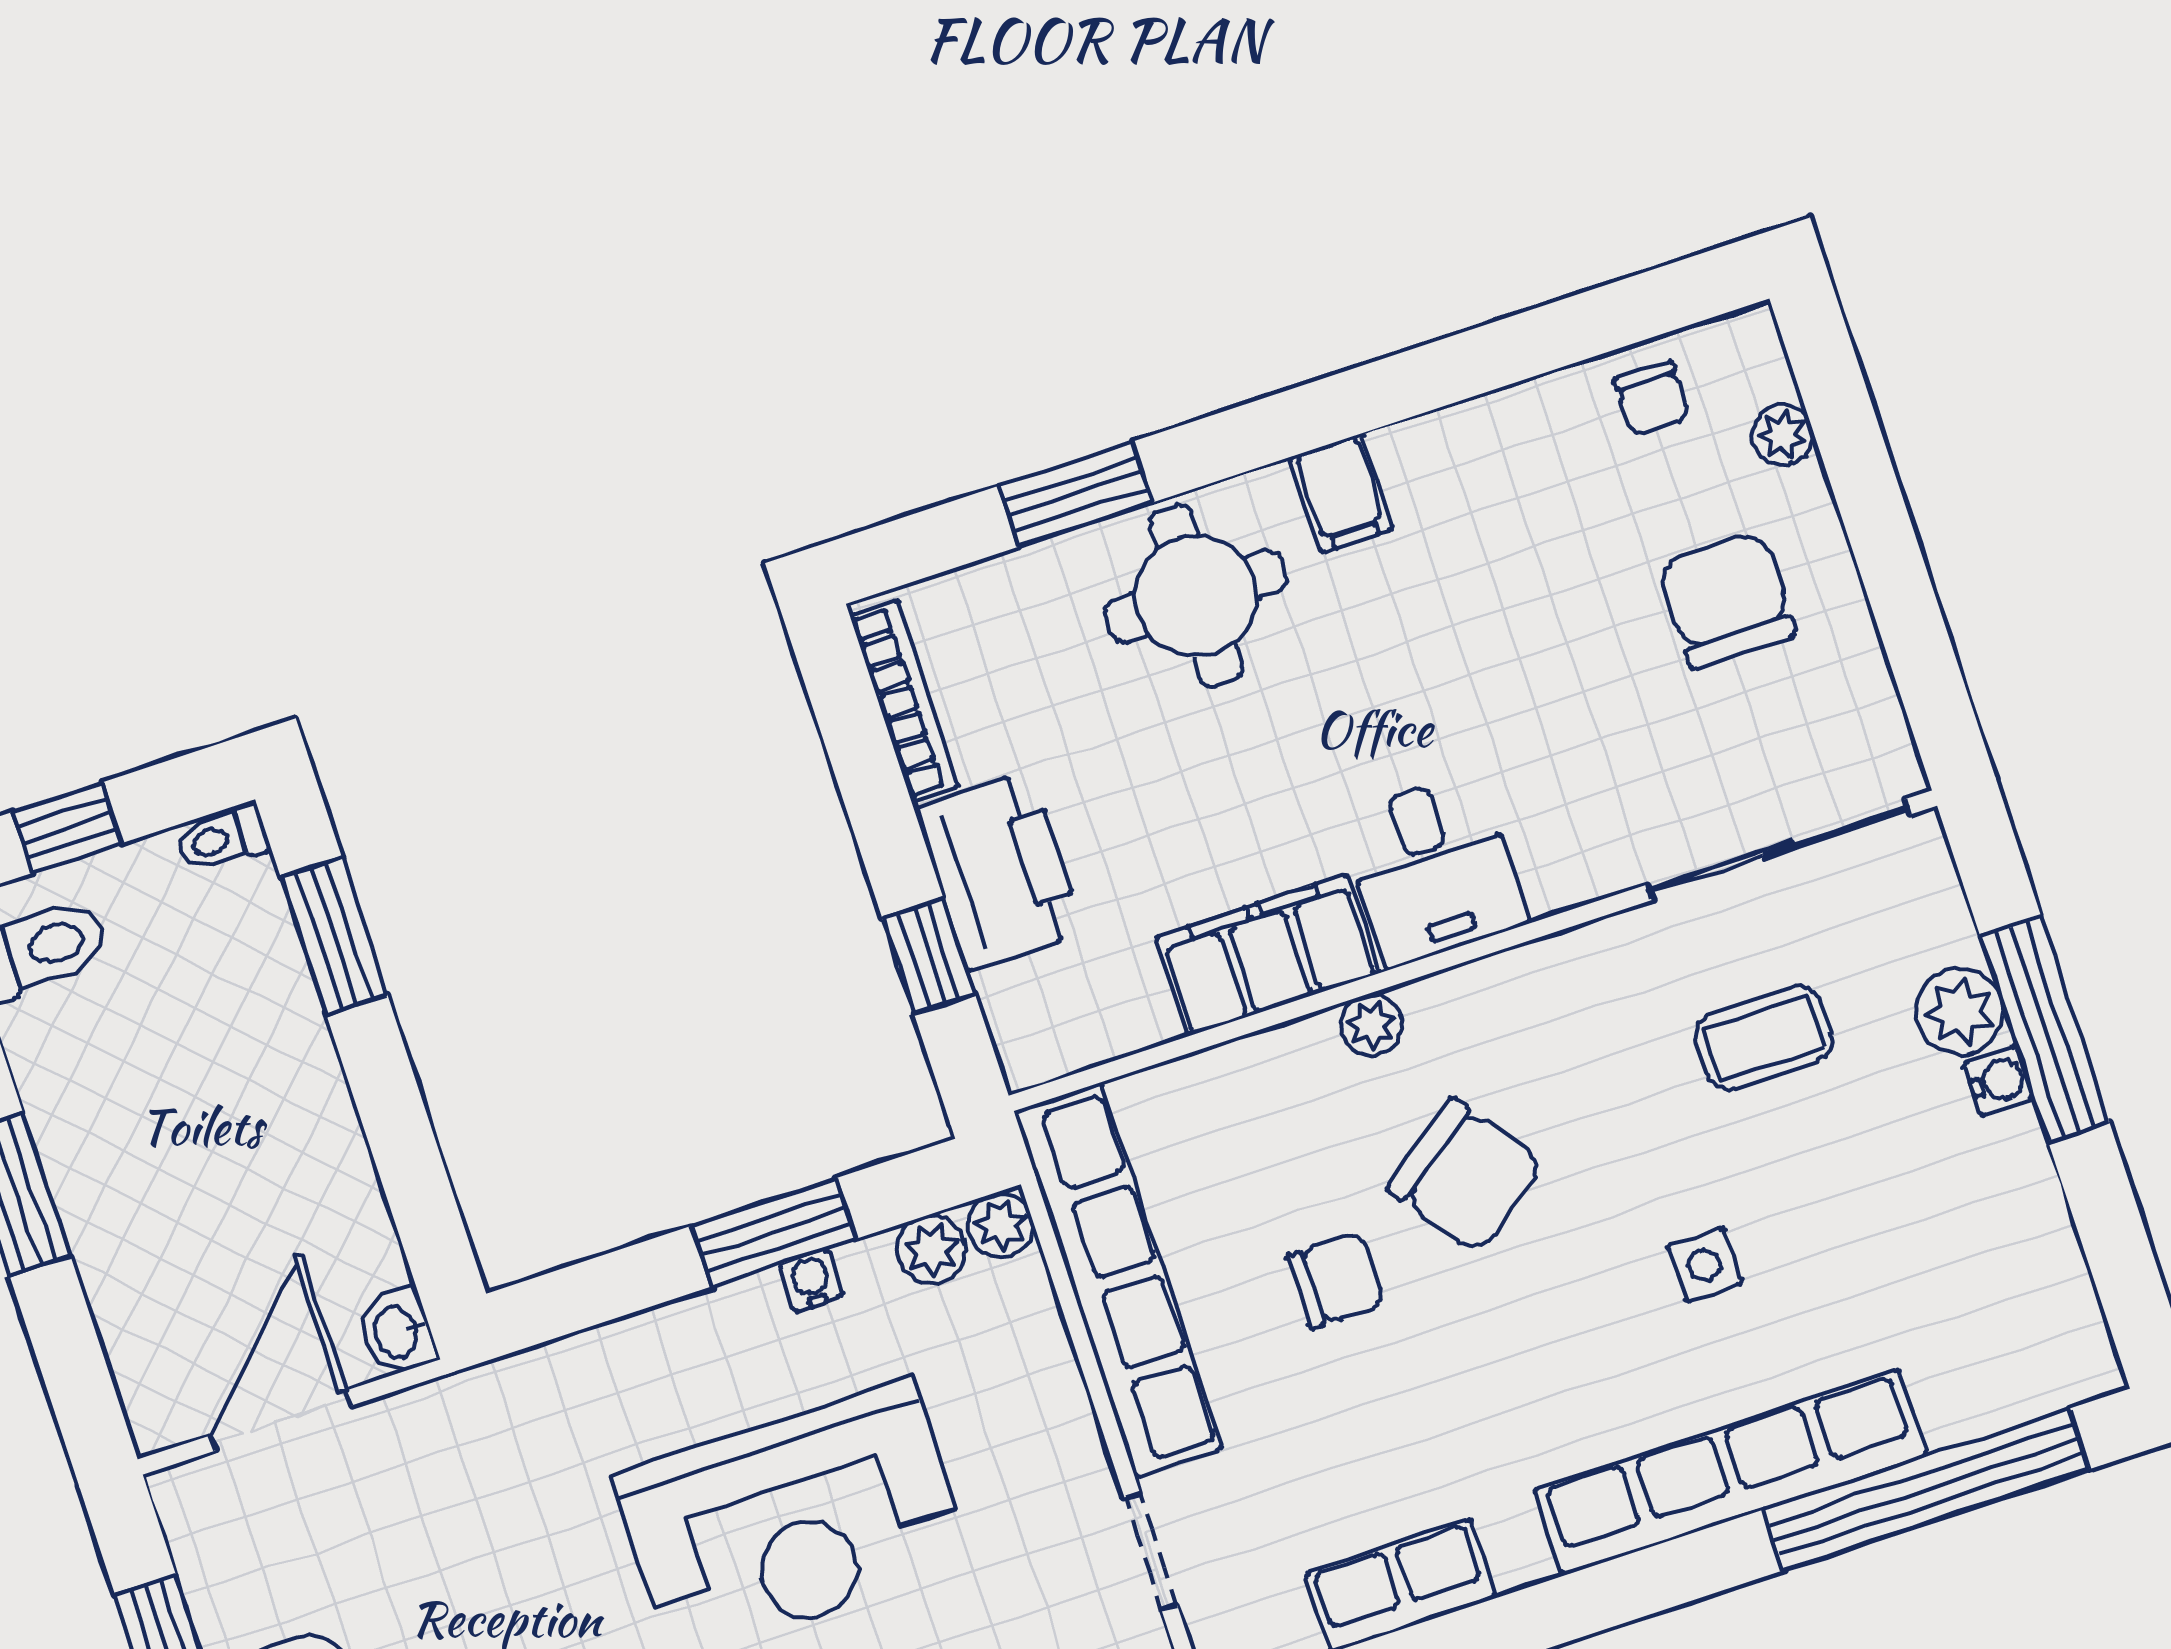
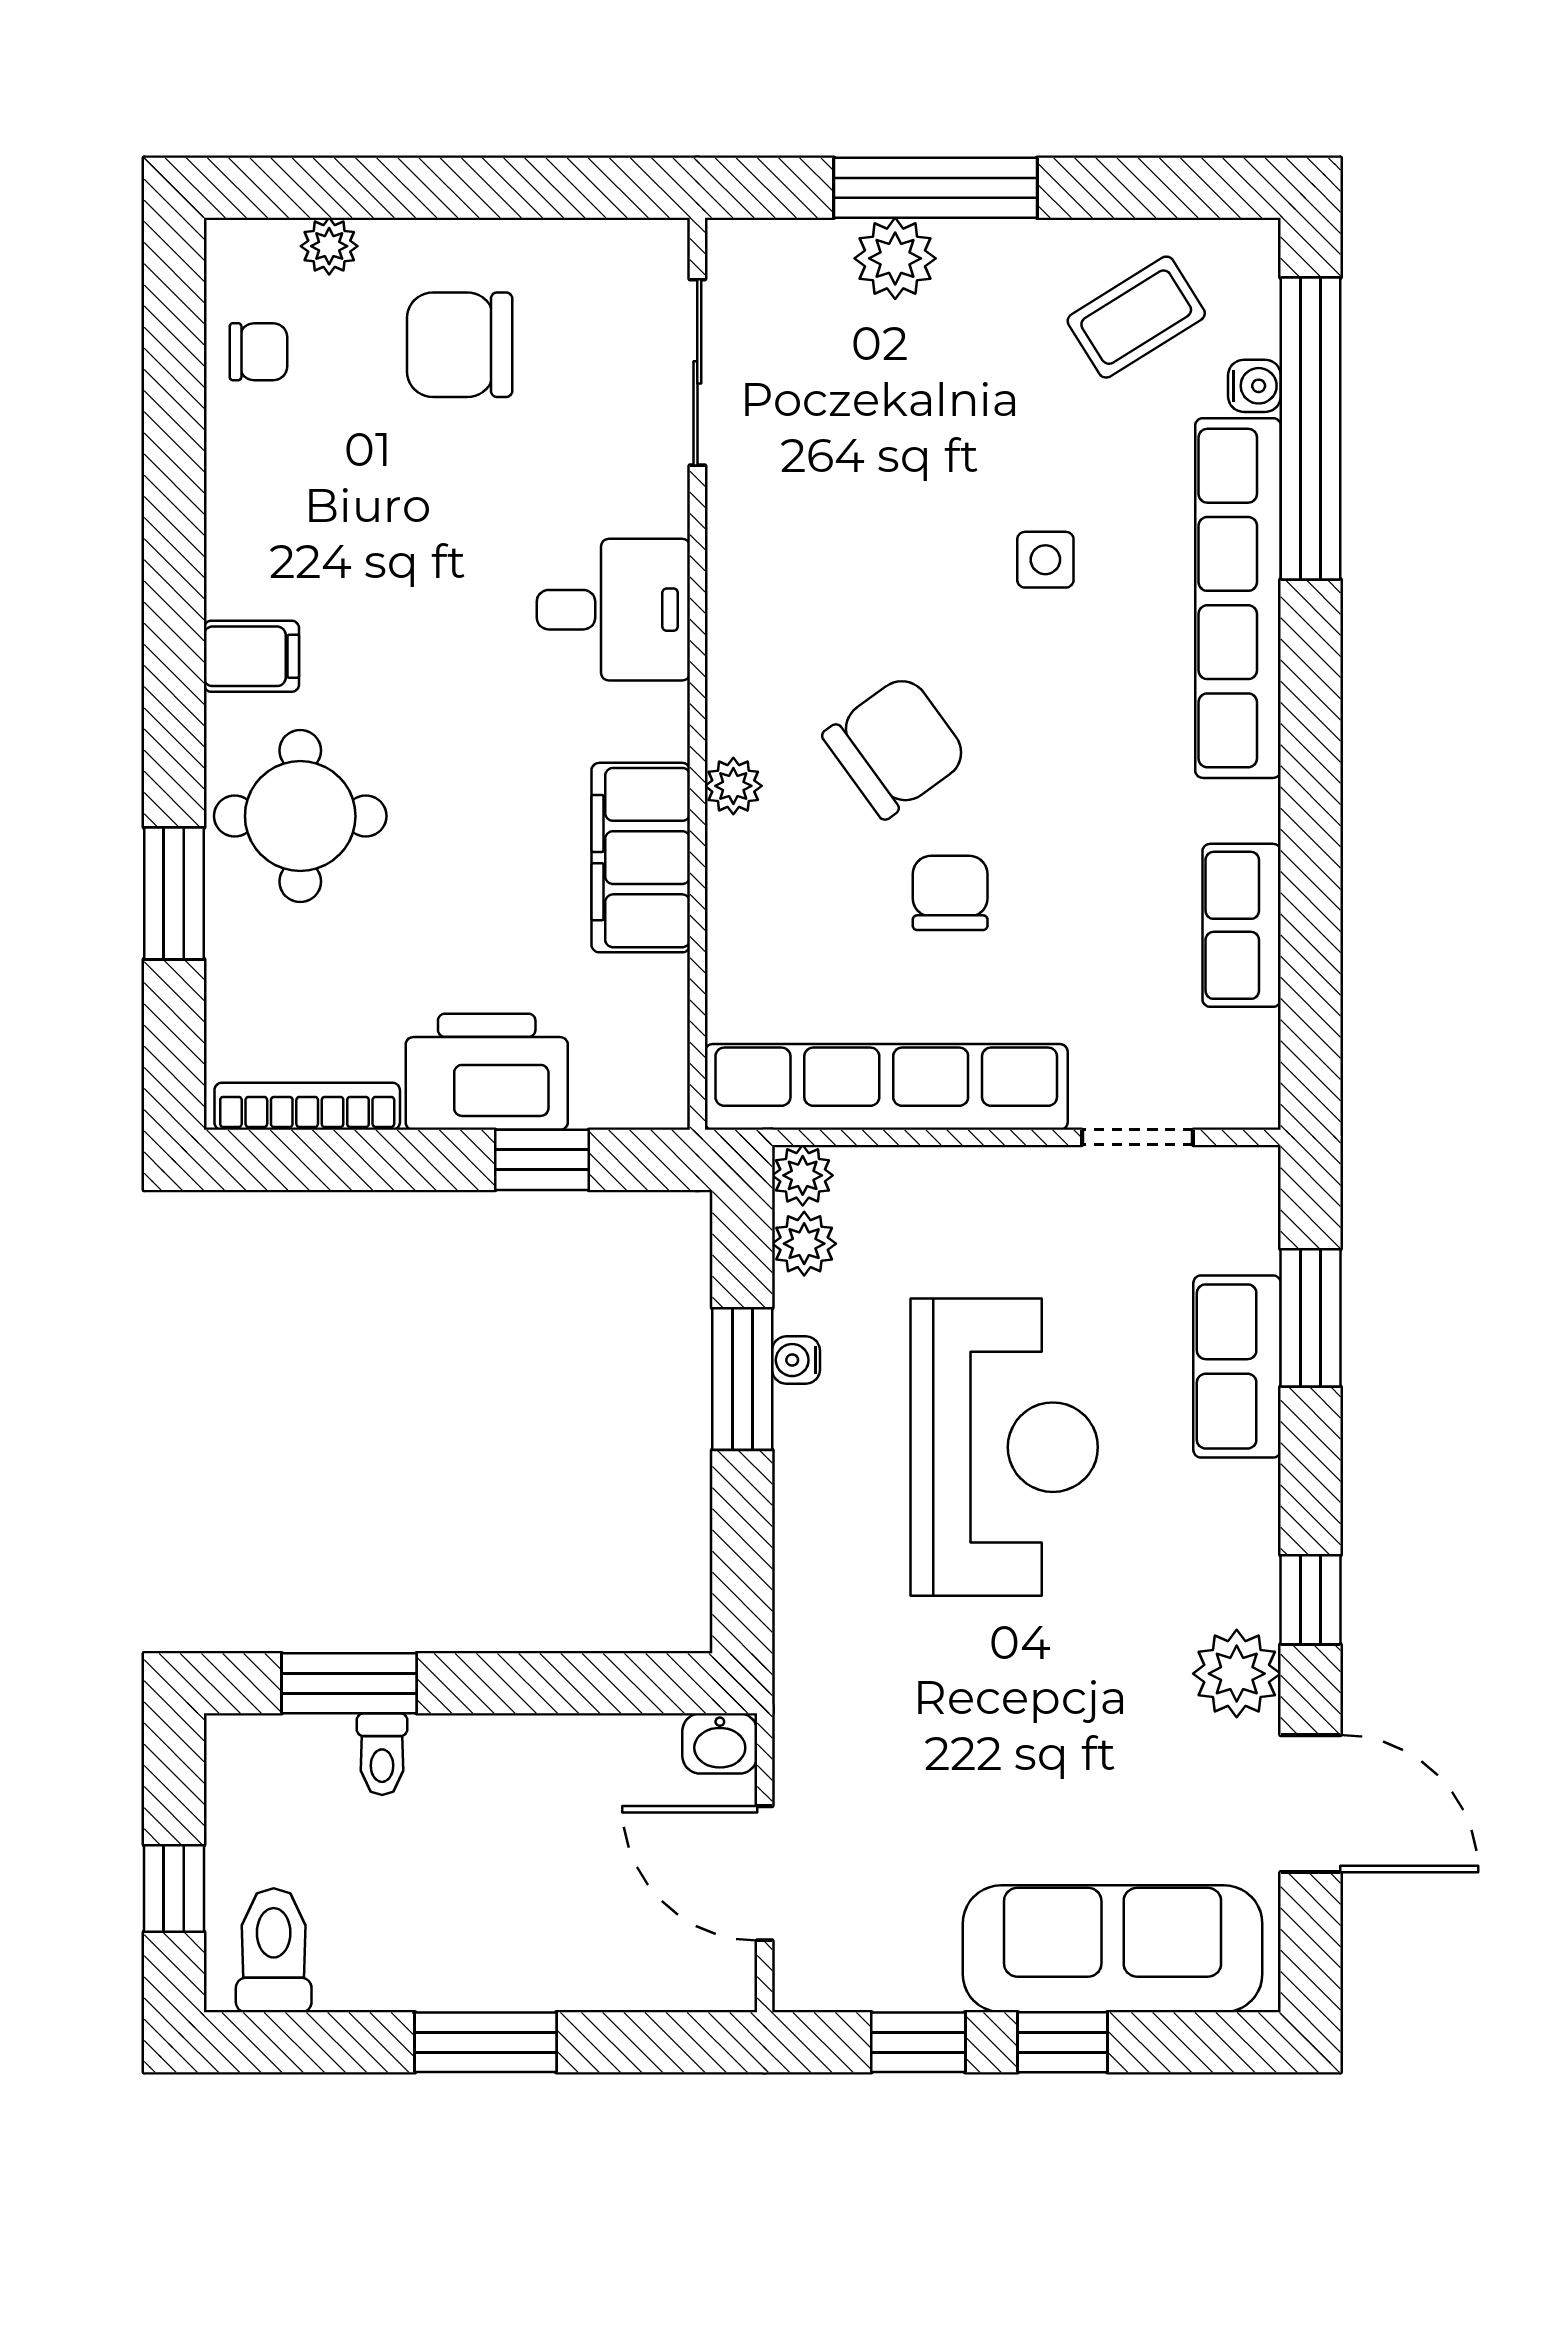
toilet: (222, 838) -> (382, 1754), moved
sliding door: (1778, 850) -> (697, 372), width x0.73
desk: (1433, 870) -> (613, 610), moved
coffee table: (1764, 1037) -> (1136, 317), moved, turned 58
water cooler: (1999, 1081) -> (1254, 386), moved, turned 90

